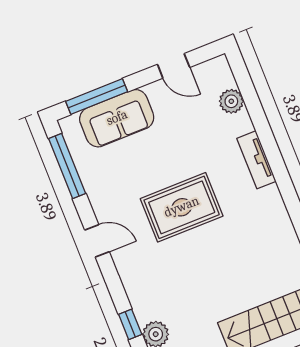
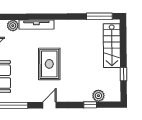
tv unit: (256, 160) -> (36, 25), width x1.41

